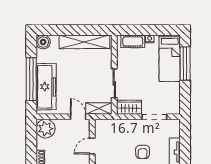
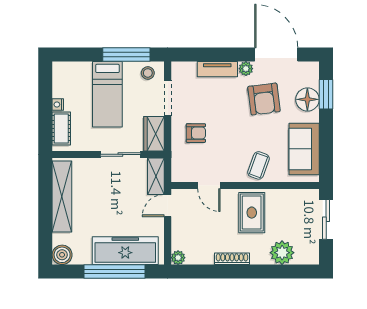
bed: (170, 58) -> (107, 94), moved, turned 90
window: (185, 64) -> (126, 55), moved
stool: (172, 103) -> (148, 73), added
plant: (46, 129) -> (178, 258), width x0.53, depth x0.53
armchair: (143, 152) -> (196, 133), moved

